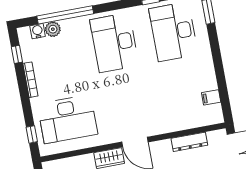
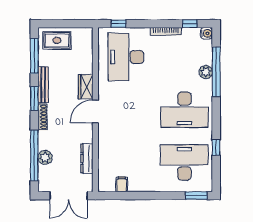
plant: (53, 29) -> (206, 72), moved
water cooler: (38, 31) -> (207, 33), moved
desk: (114, 43) -> (184, 110), turned 180

